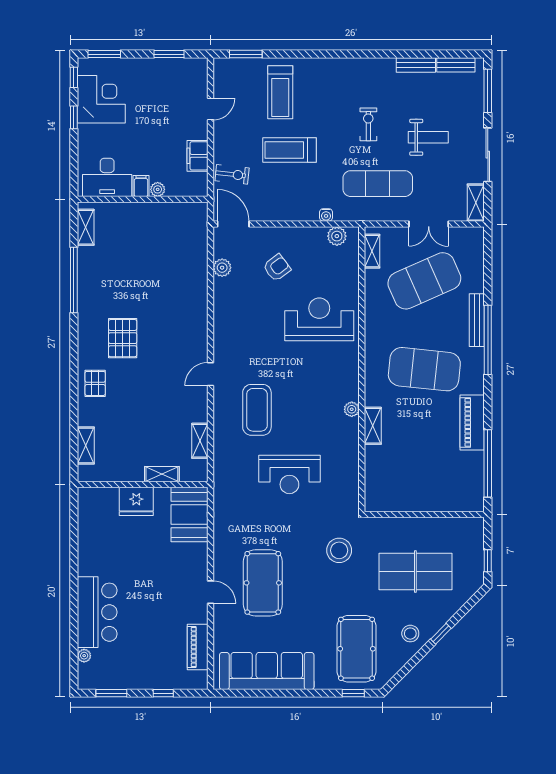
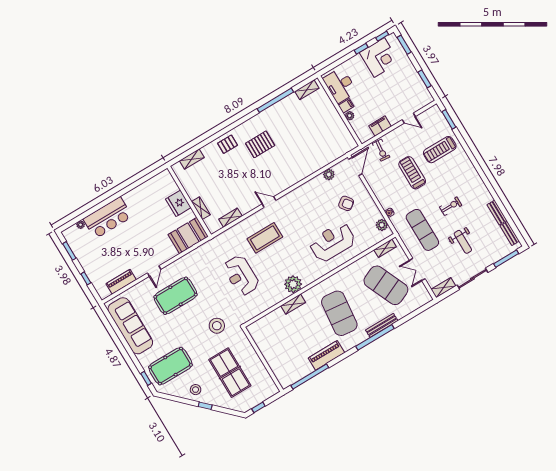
reception desk: (319, 319) -> (332, 242), turned -90
plant: (352, 409) -> (293, 284), width x1.88, depth x1.88

